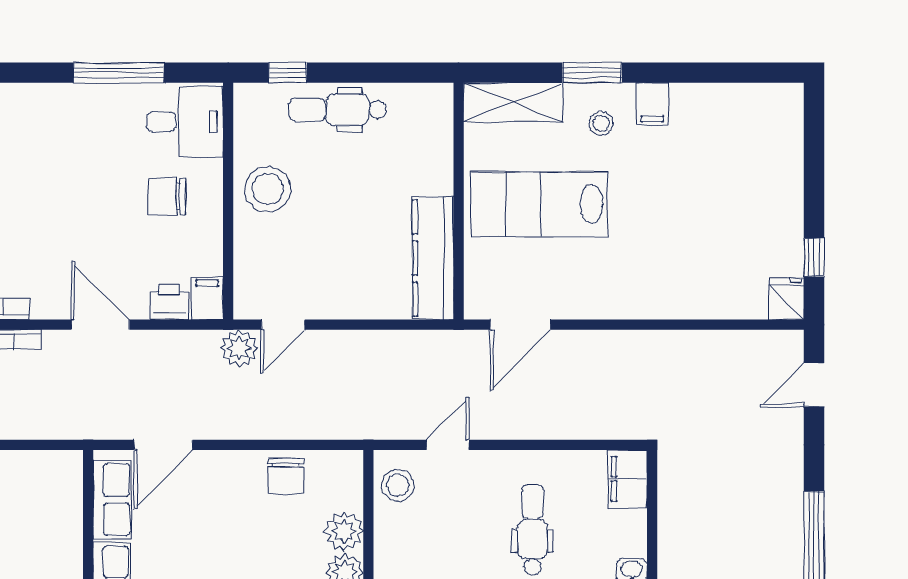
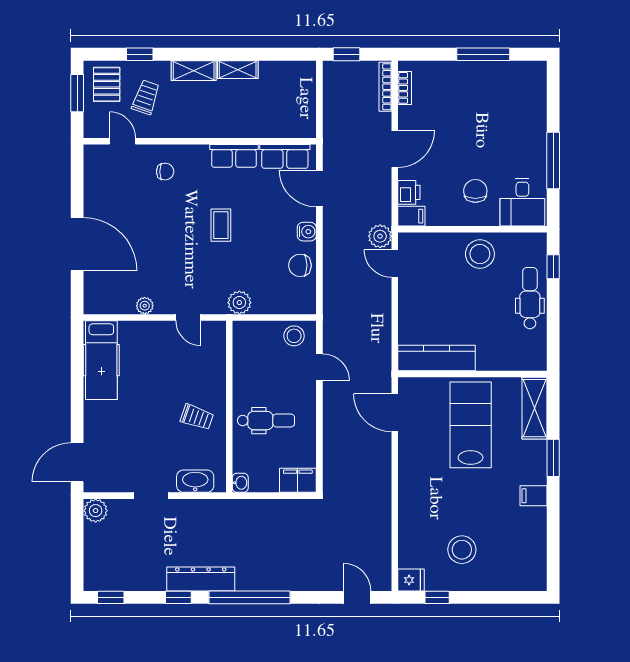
stool: (601, 123) -> (462, 550), moved, width x1.89, depth x1.89
water cooler: (232, 465) -> (307, 232), added
plant: (344, 531) -> (265, 302), removed

